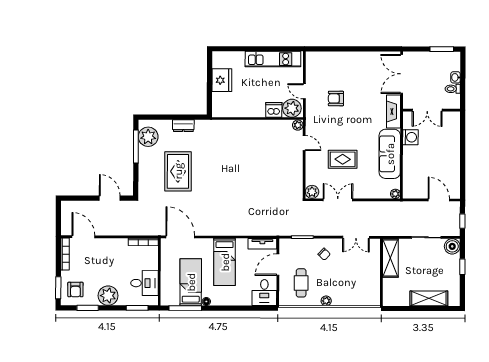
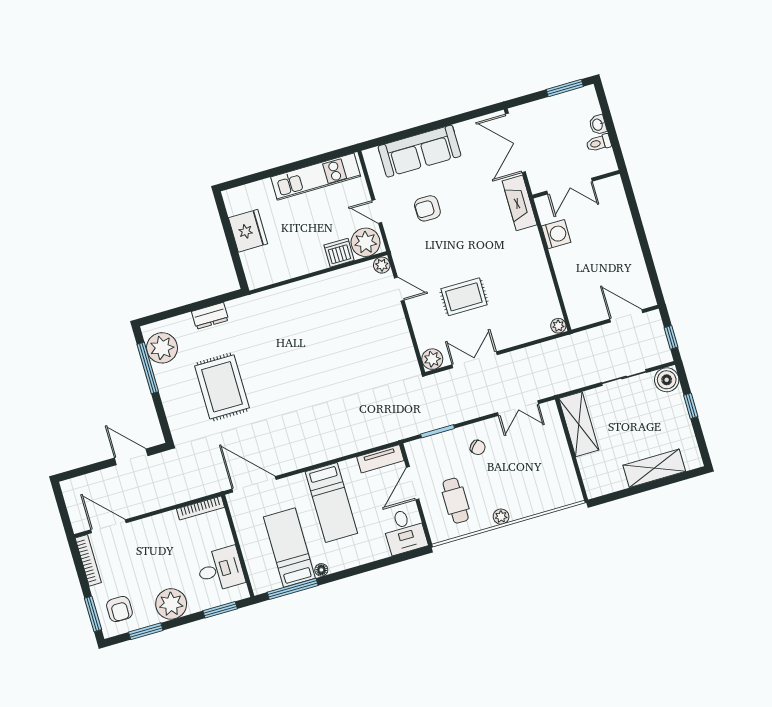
sofa: (390, 154) -> (419, 151), moved, turned -90

